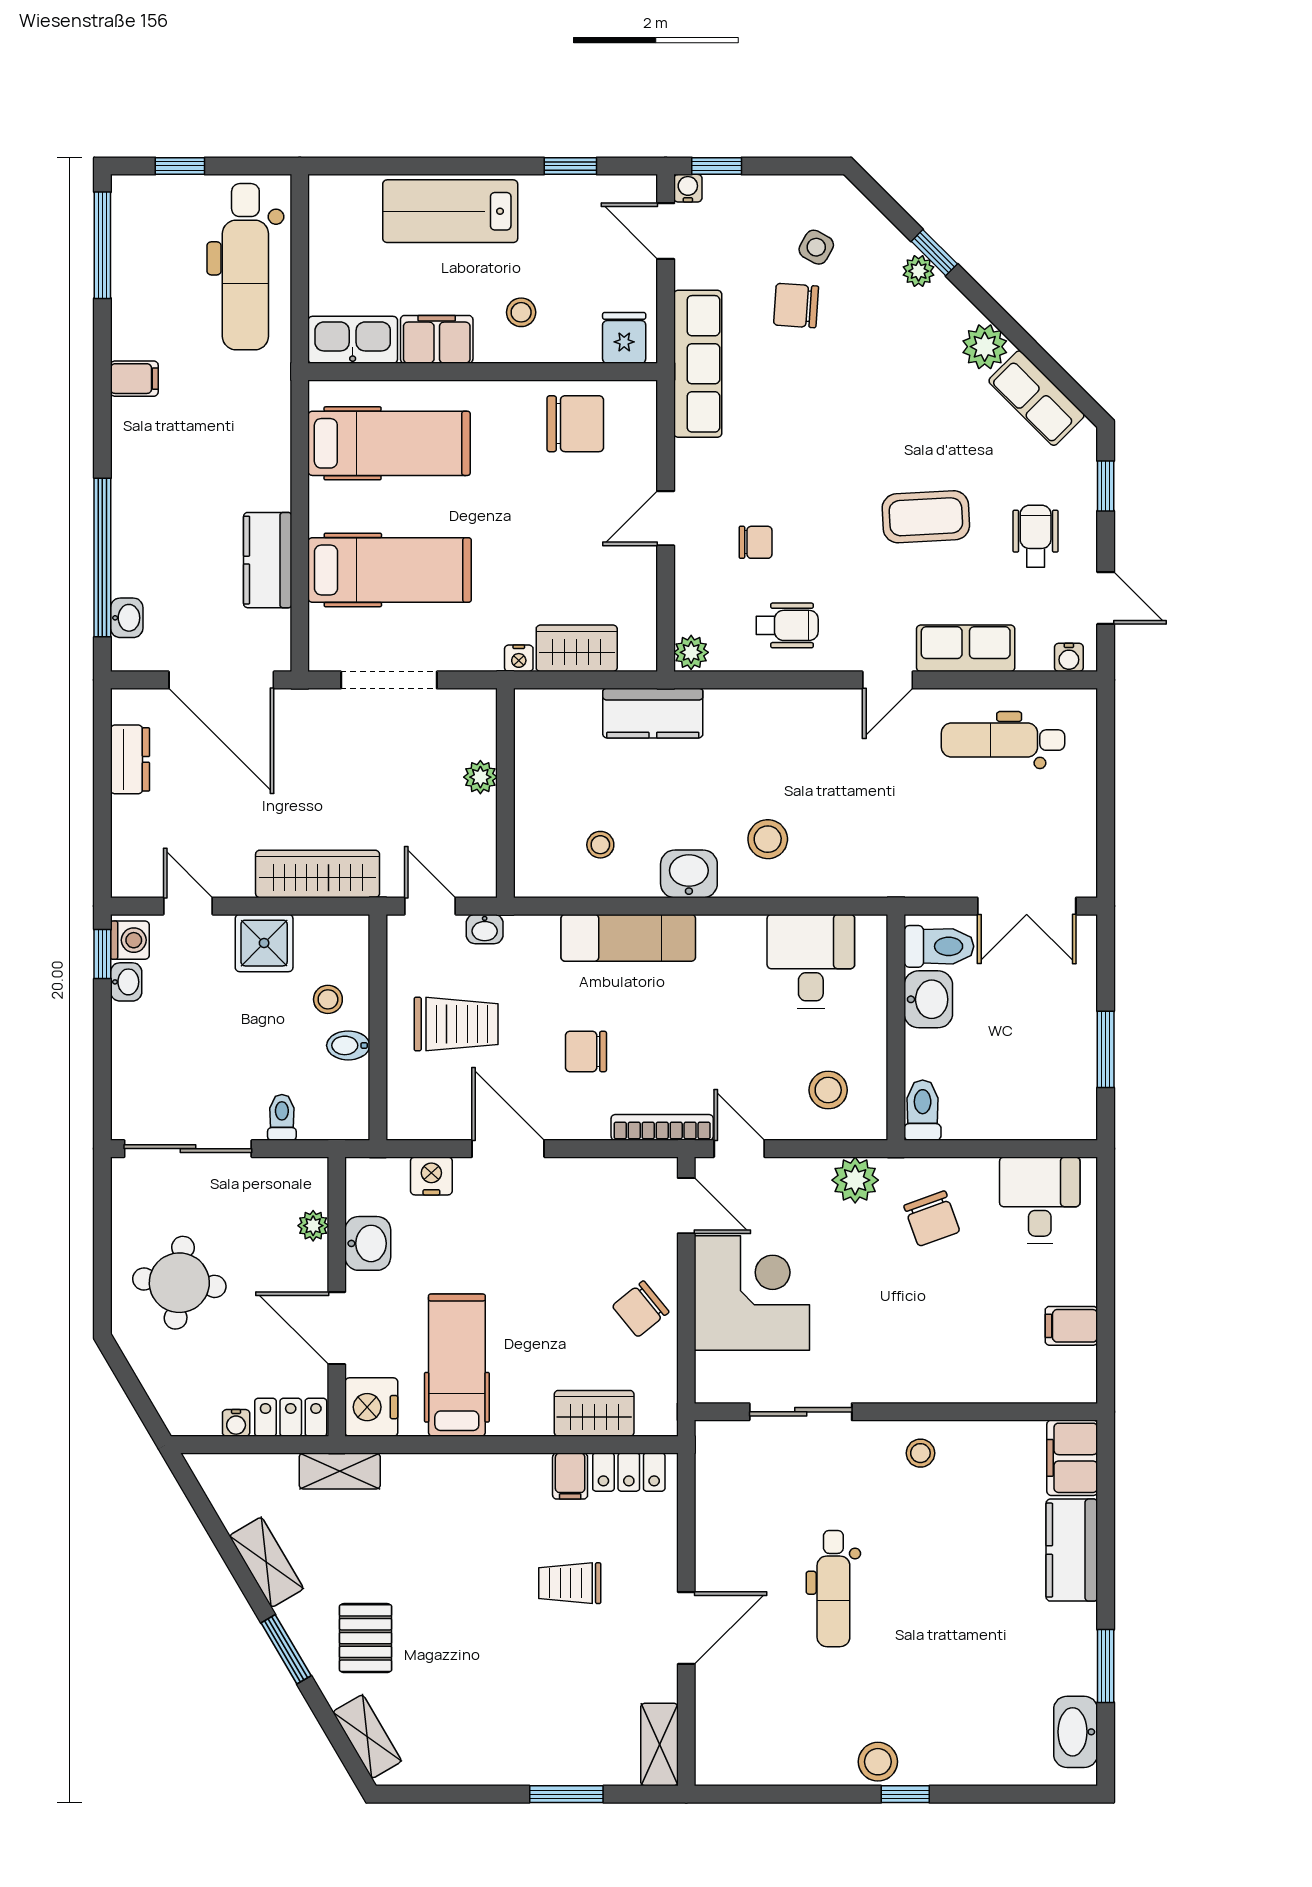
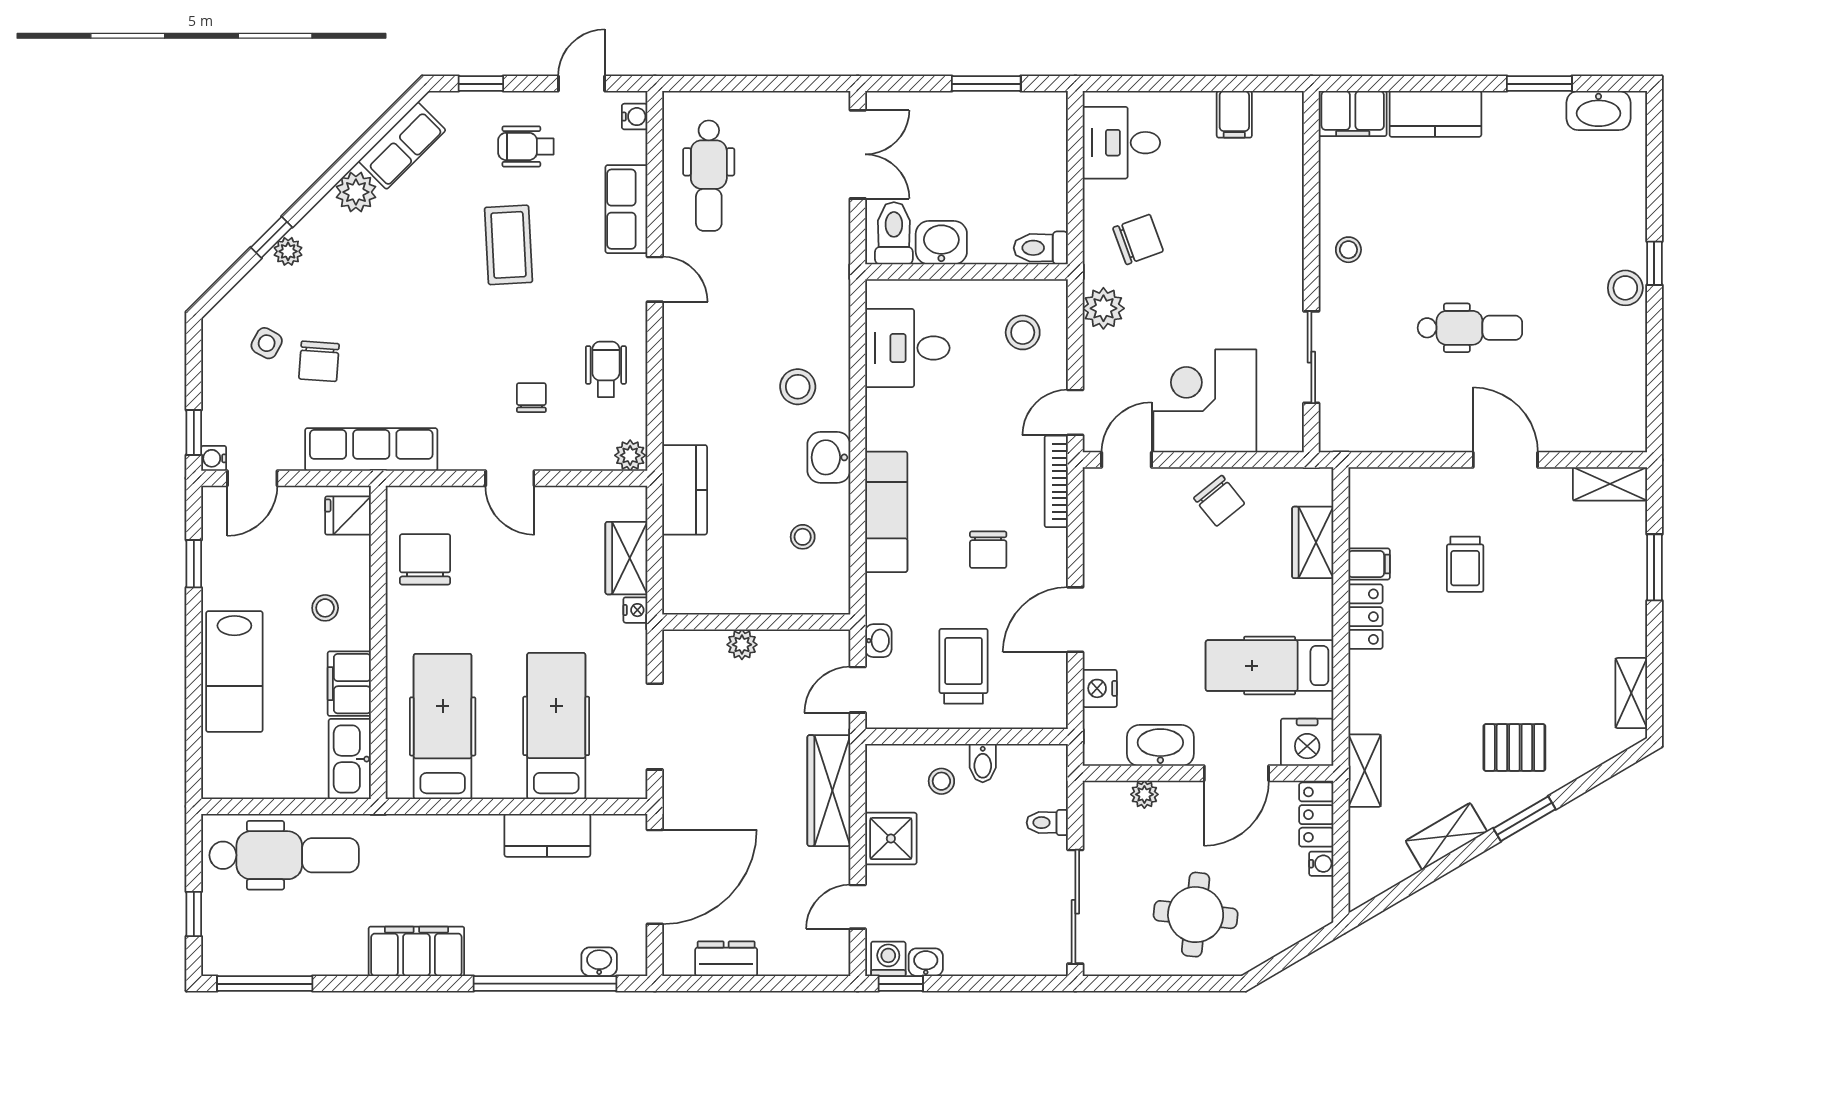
filing cabinet: (134, 379) -> (416, 951), width x3.00, depth x1.17
washbasin: (368, 1243) -> (1160, 745), width x1.38
locker: (629, 1472) -> (1365, 617), moved
shelving: (367, 1737) -> (1631, 693), moved, turned -60

